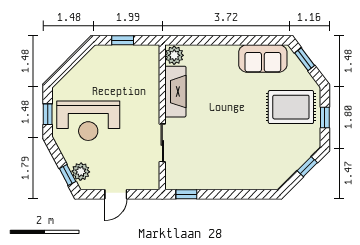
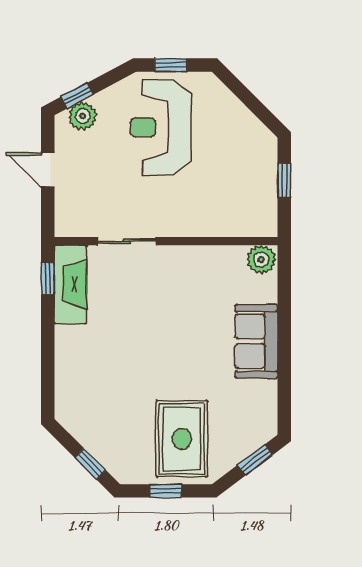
sofa: (263, 58) -> (256, 341), moved
fireplace: (175, 92) -> (70, 284), moved, turned -90

